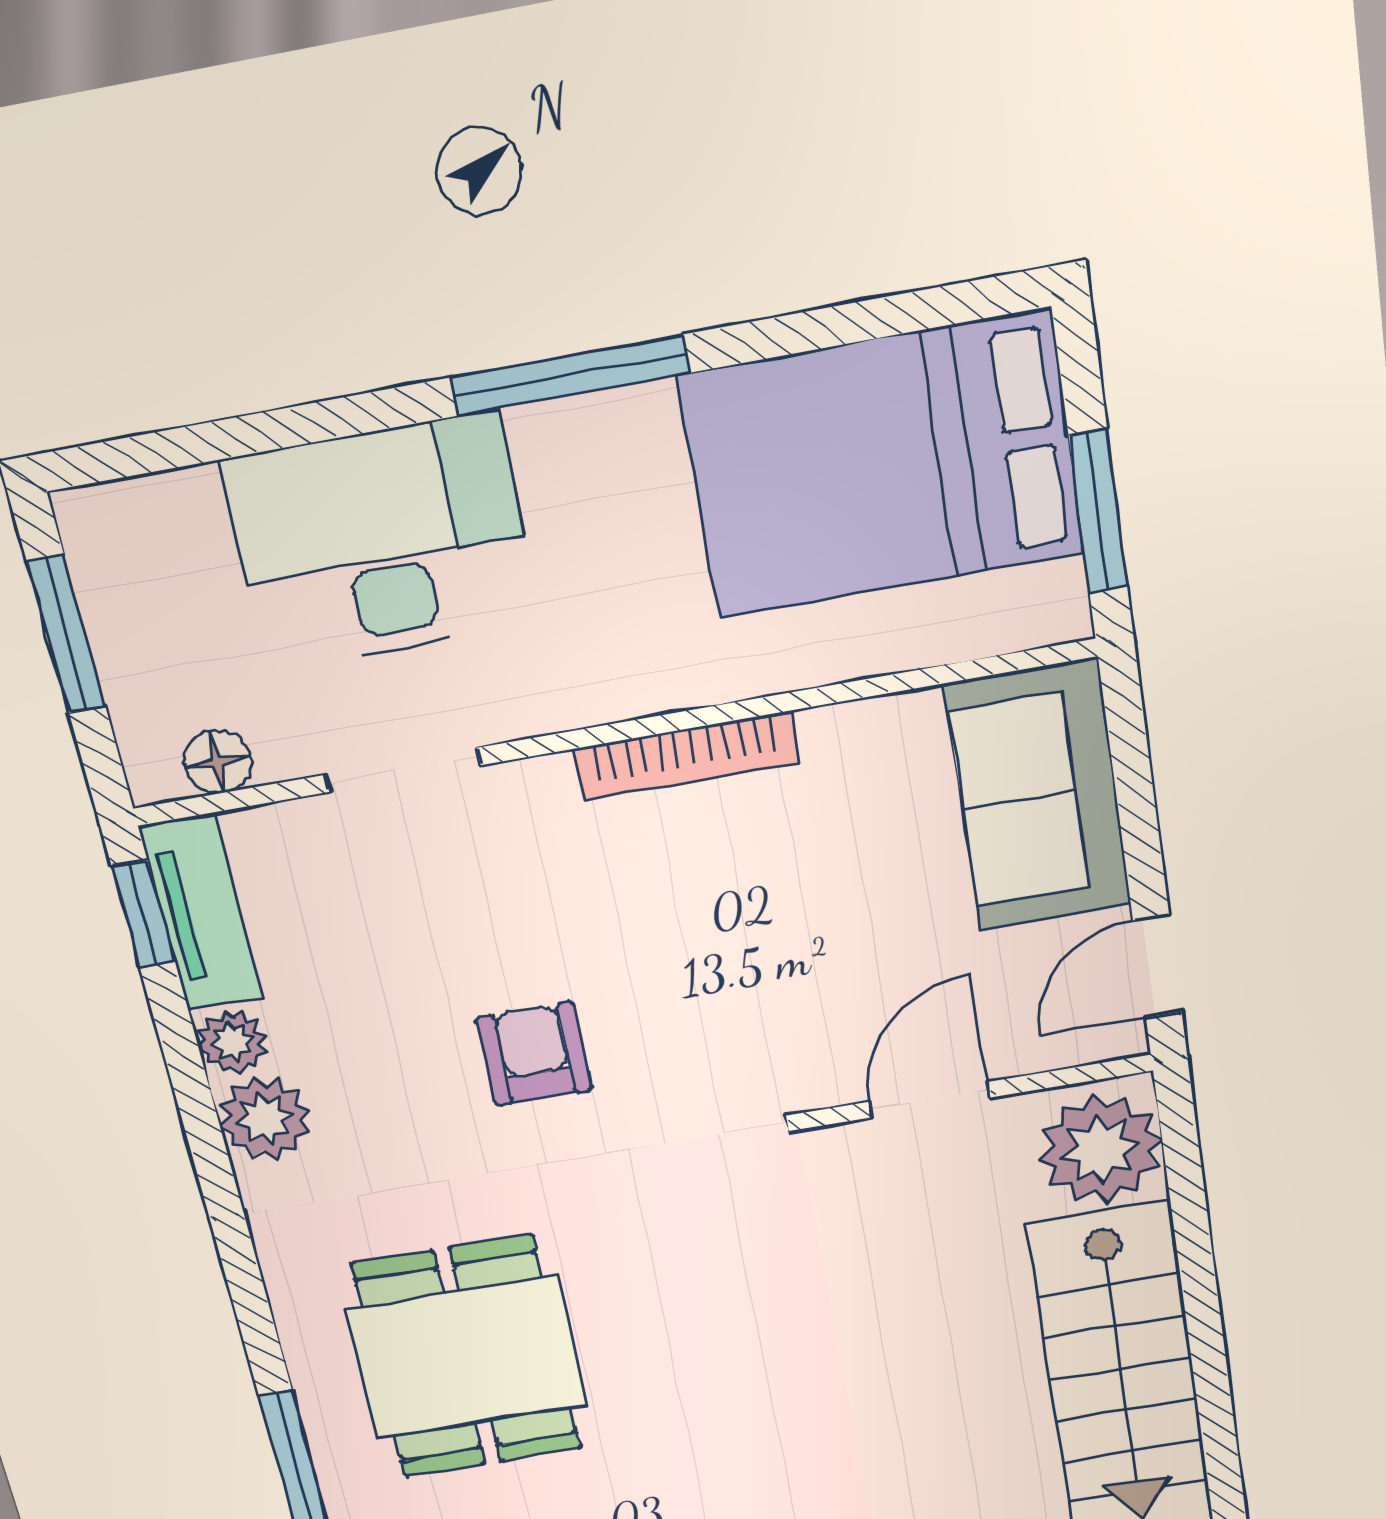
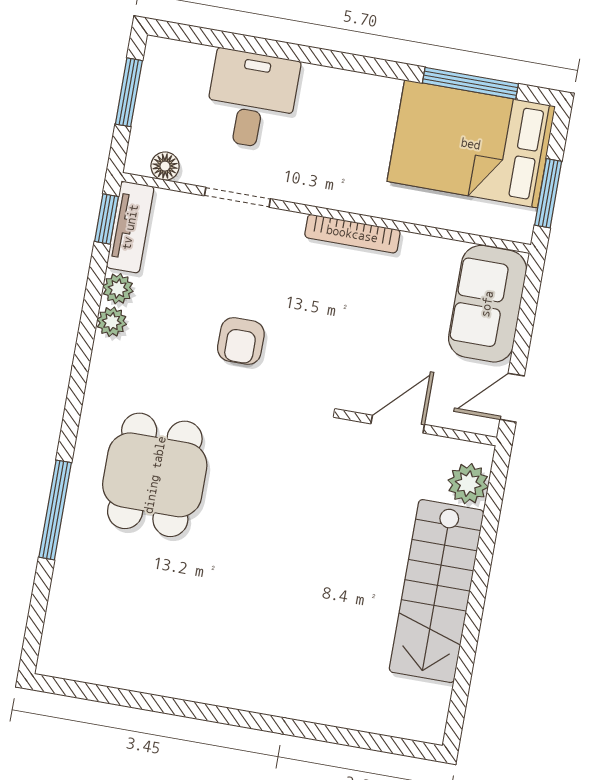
window: (570, 375) -> (470, 83), moved
desk: (382, 542) -> (252, 99), width x0.73
armchair: (534, 1054) -> (241, 341), turned 180
plant: (265, 1118) -> (112, 322), width x0.73, depth x0.73
plant: (1100, 1149) -> (468, 484), width x0.73, depth x0.73

